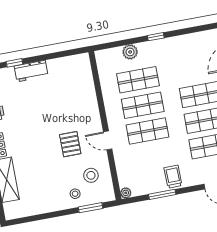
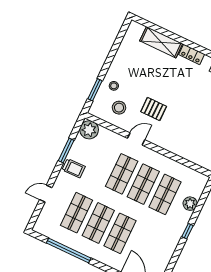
plant: (126, 193) -> (89, 130), width x1.88, depth x1.88

